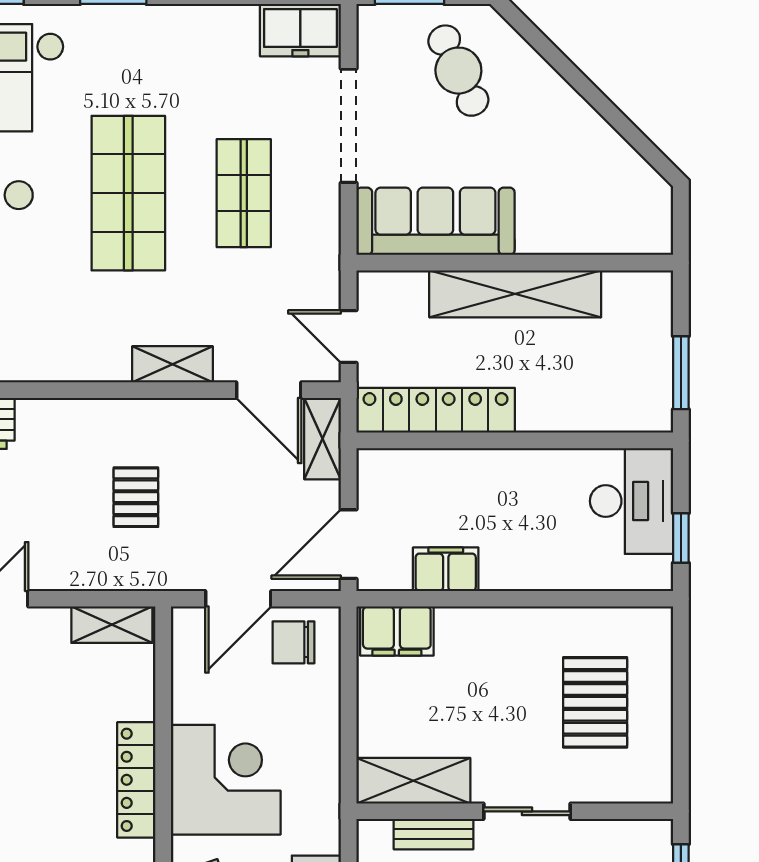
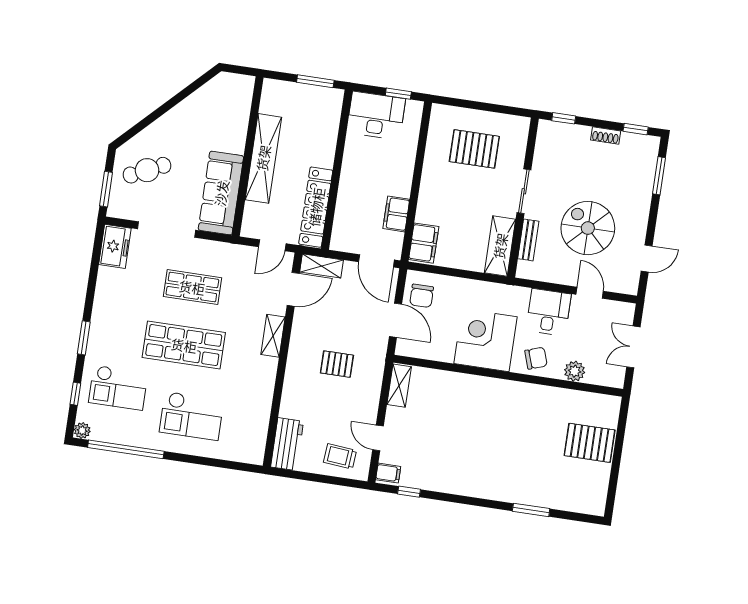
locker: (136, 780) -> (479, 385), removed

